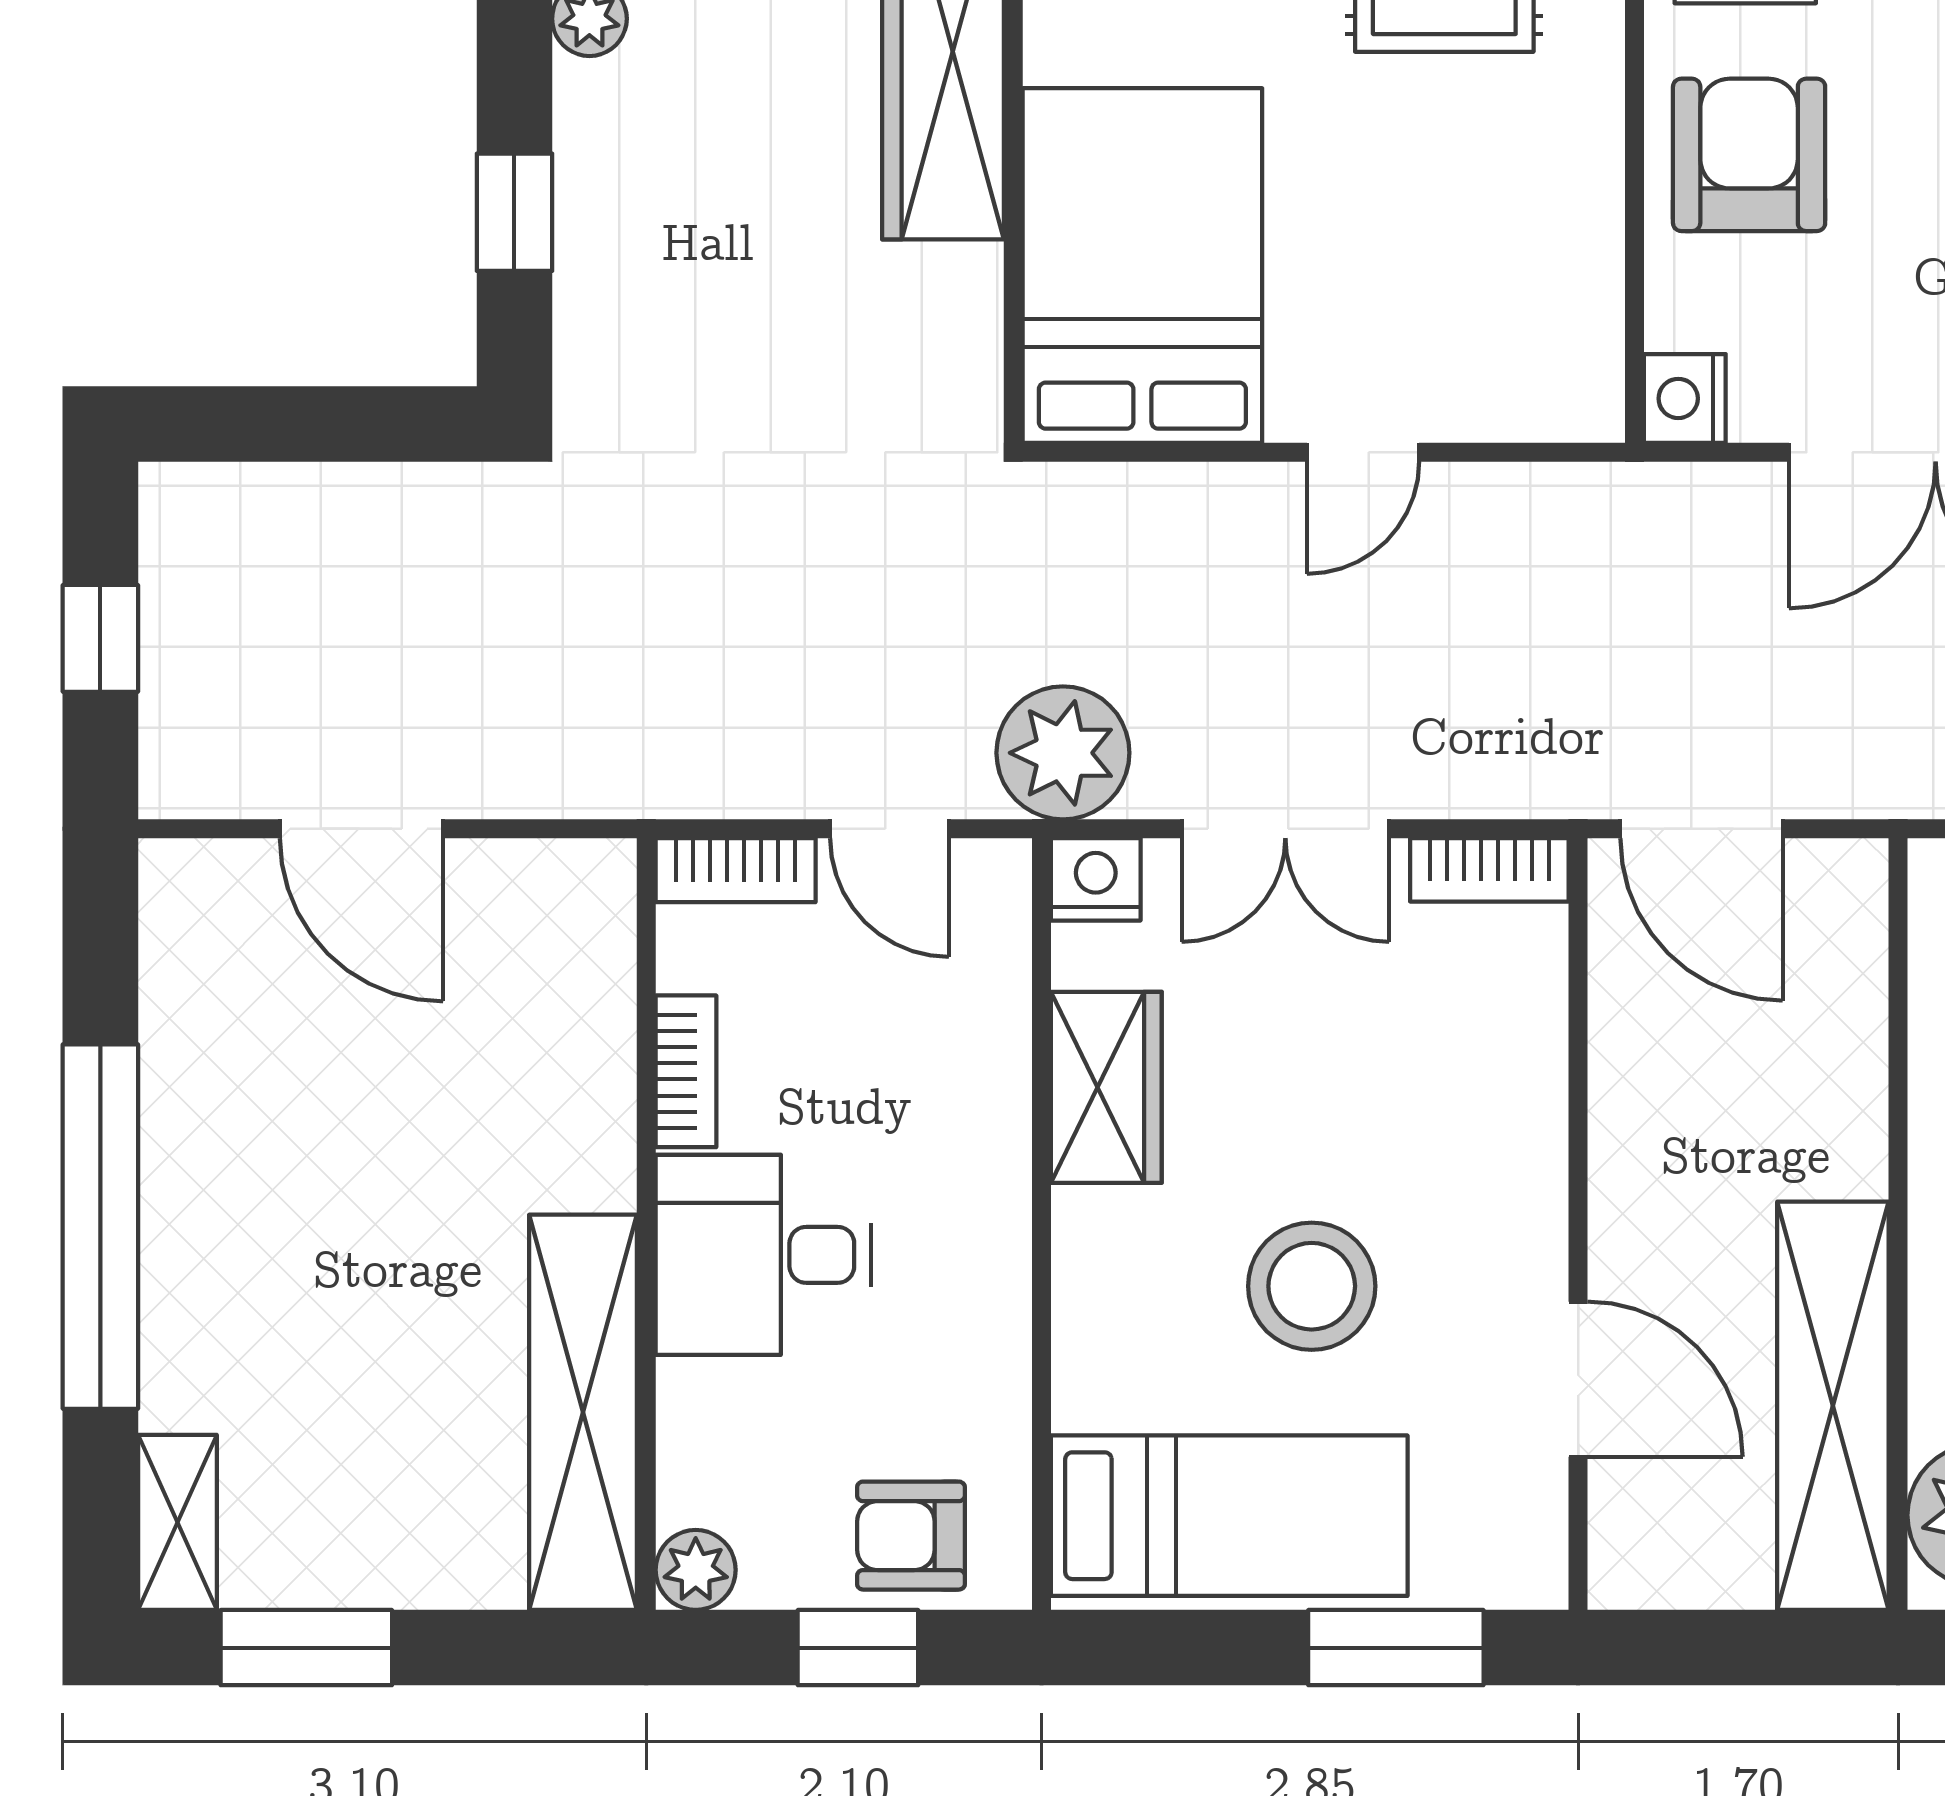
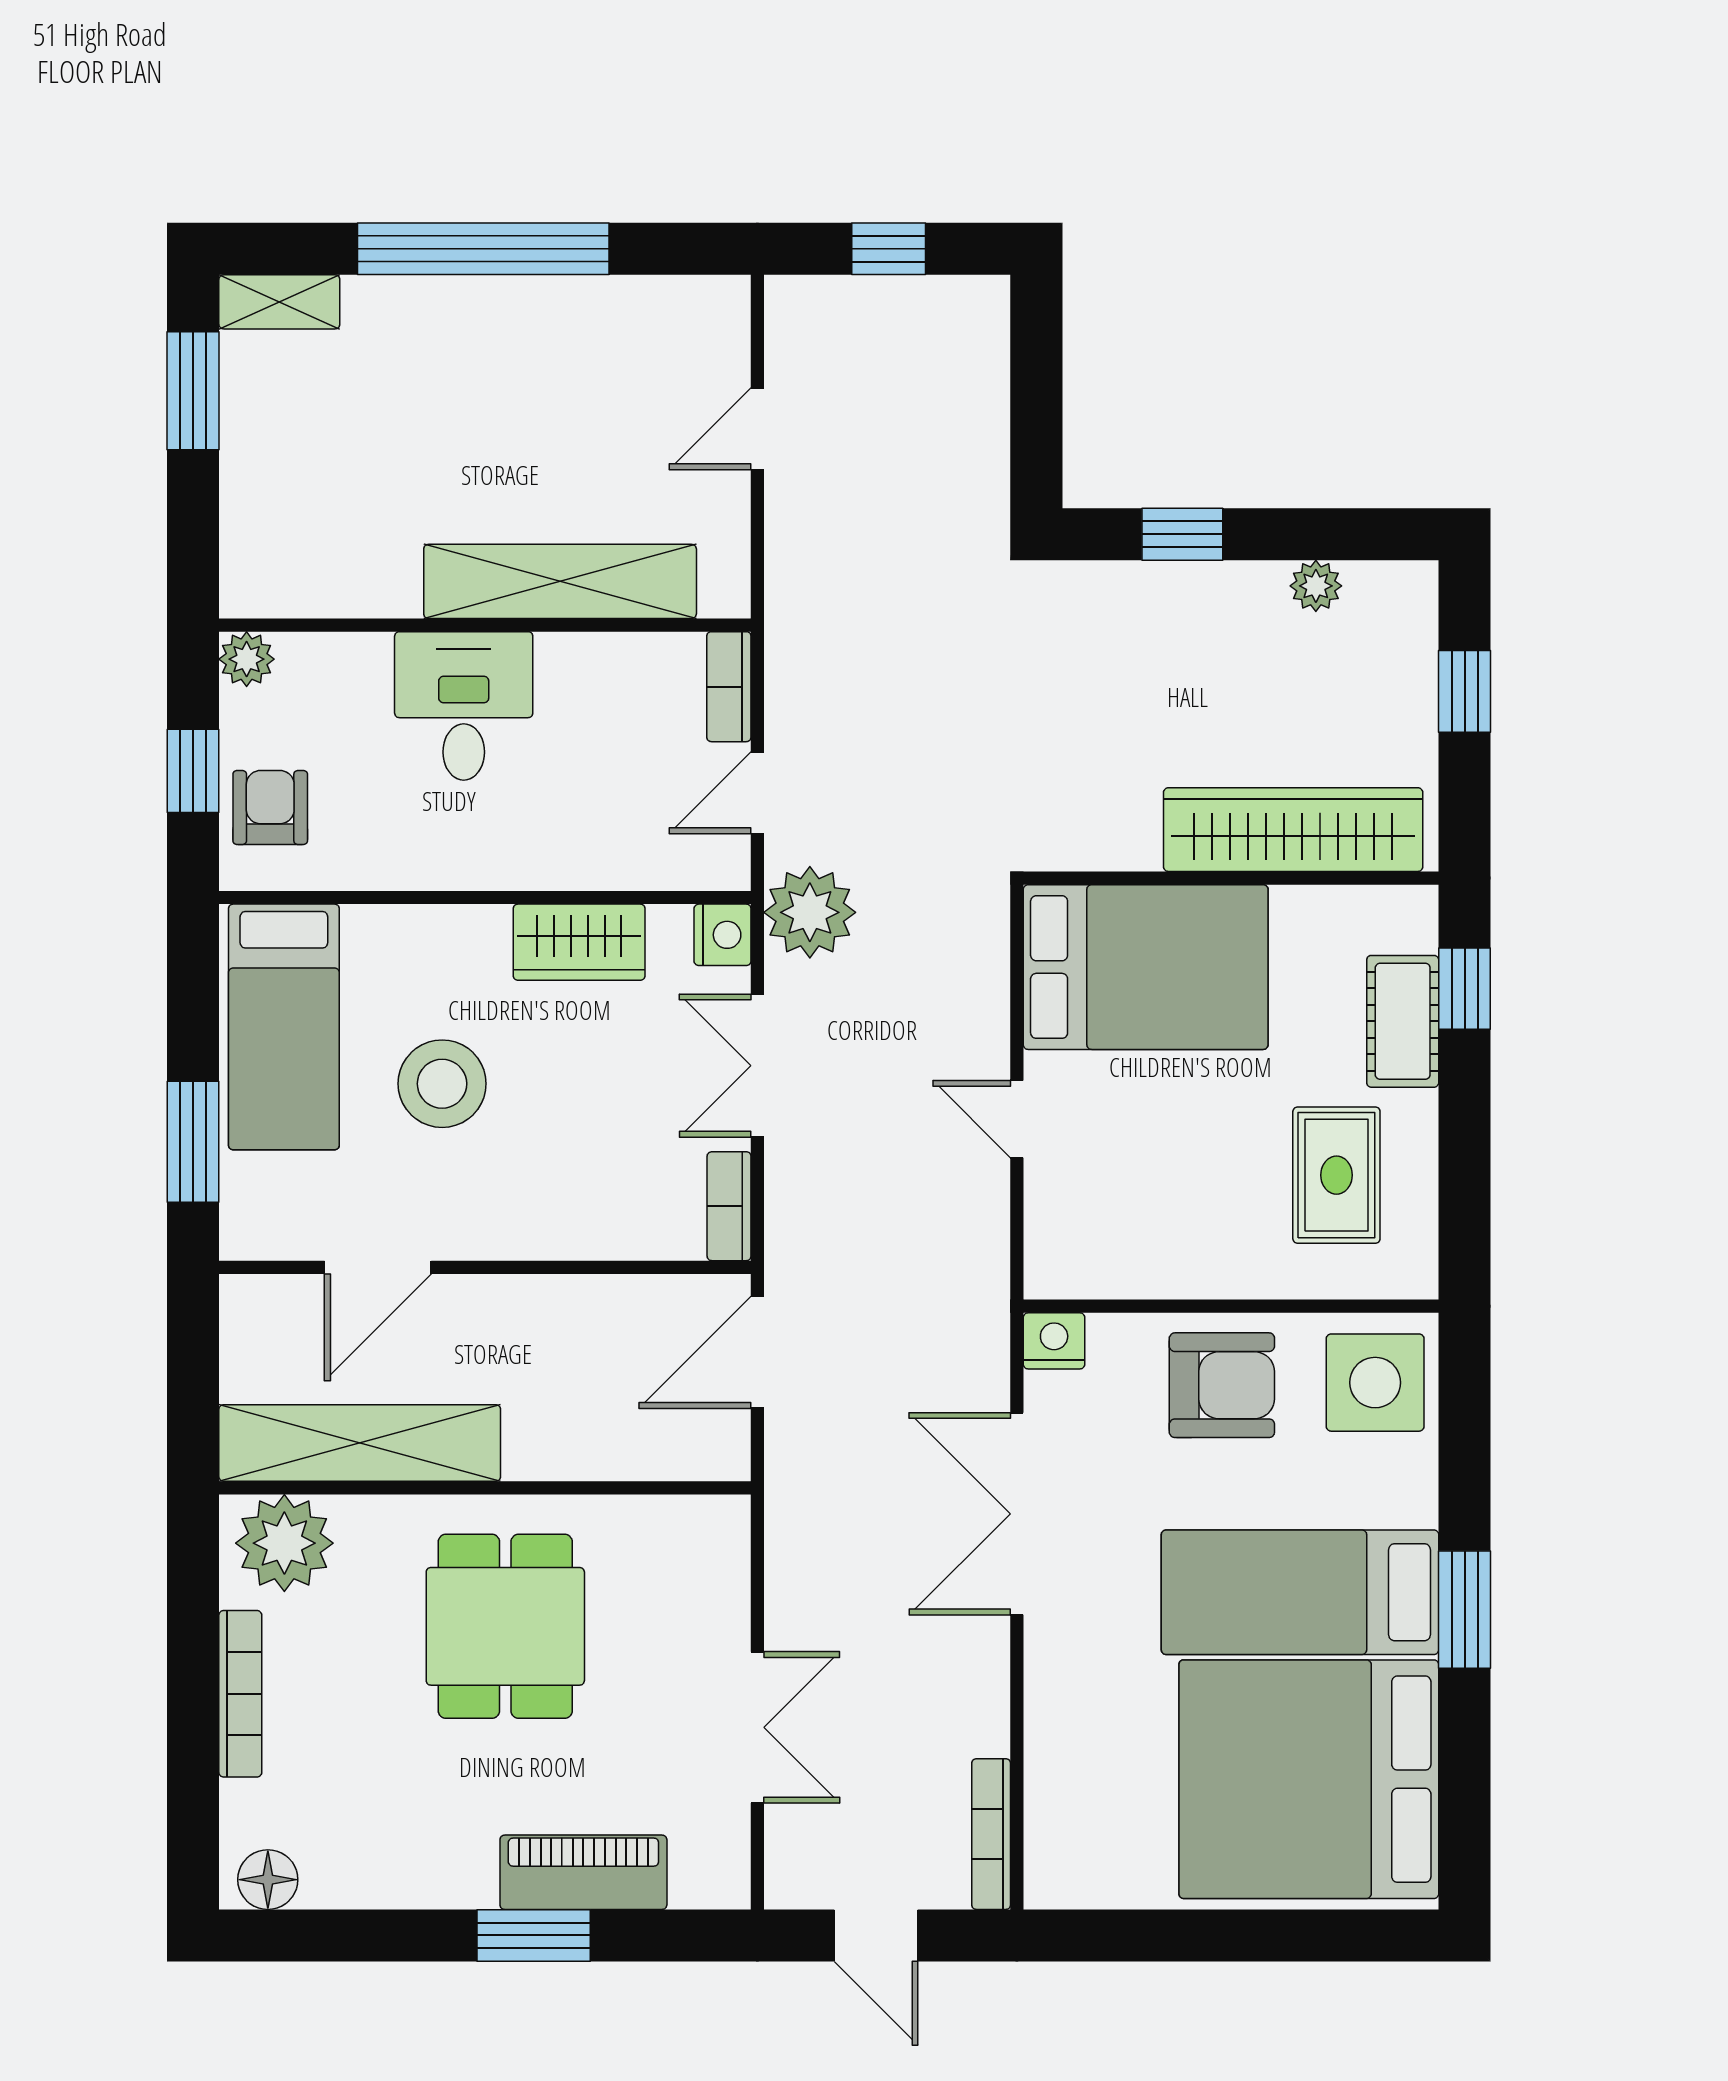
door: (362, 829) -> (757, 429), width x0.73
bookcase: (686, 1071) -> (590, 652), removed
shelving: (583, 1412) -> (560, 581), moved

